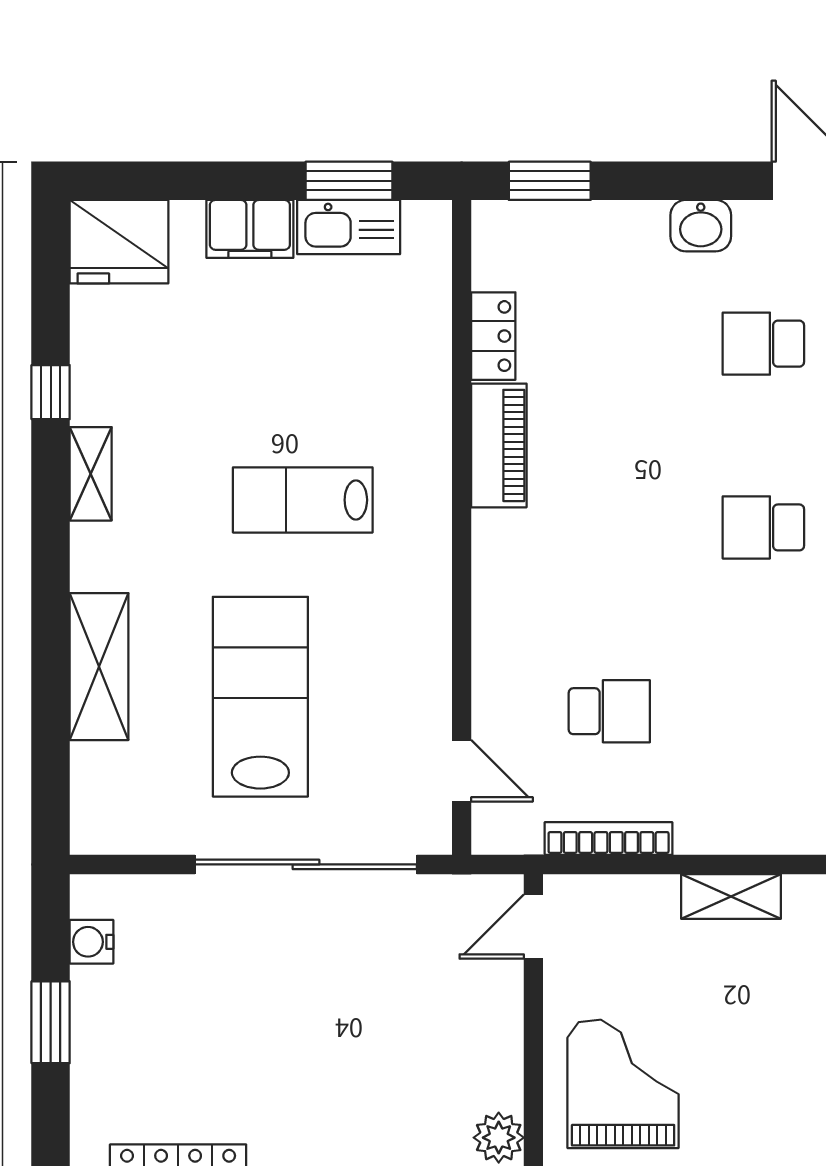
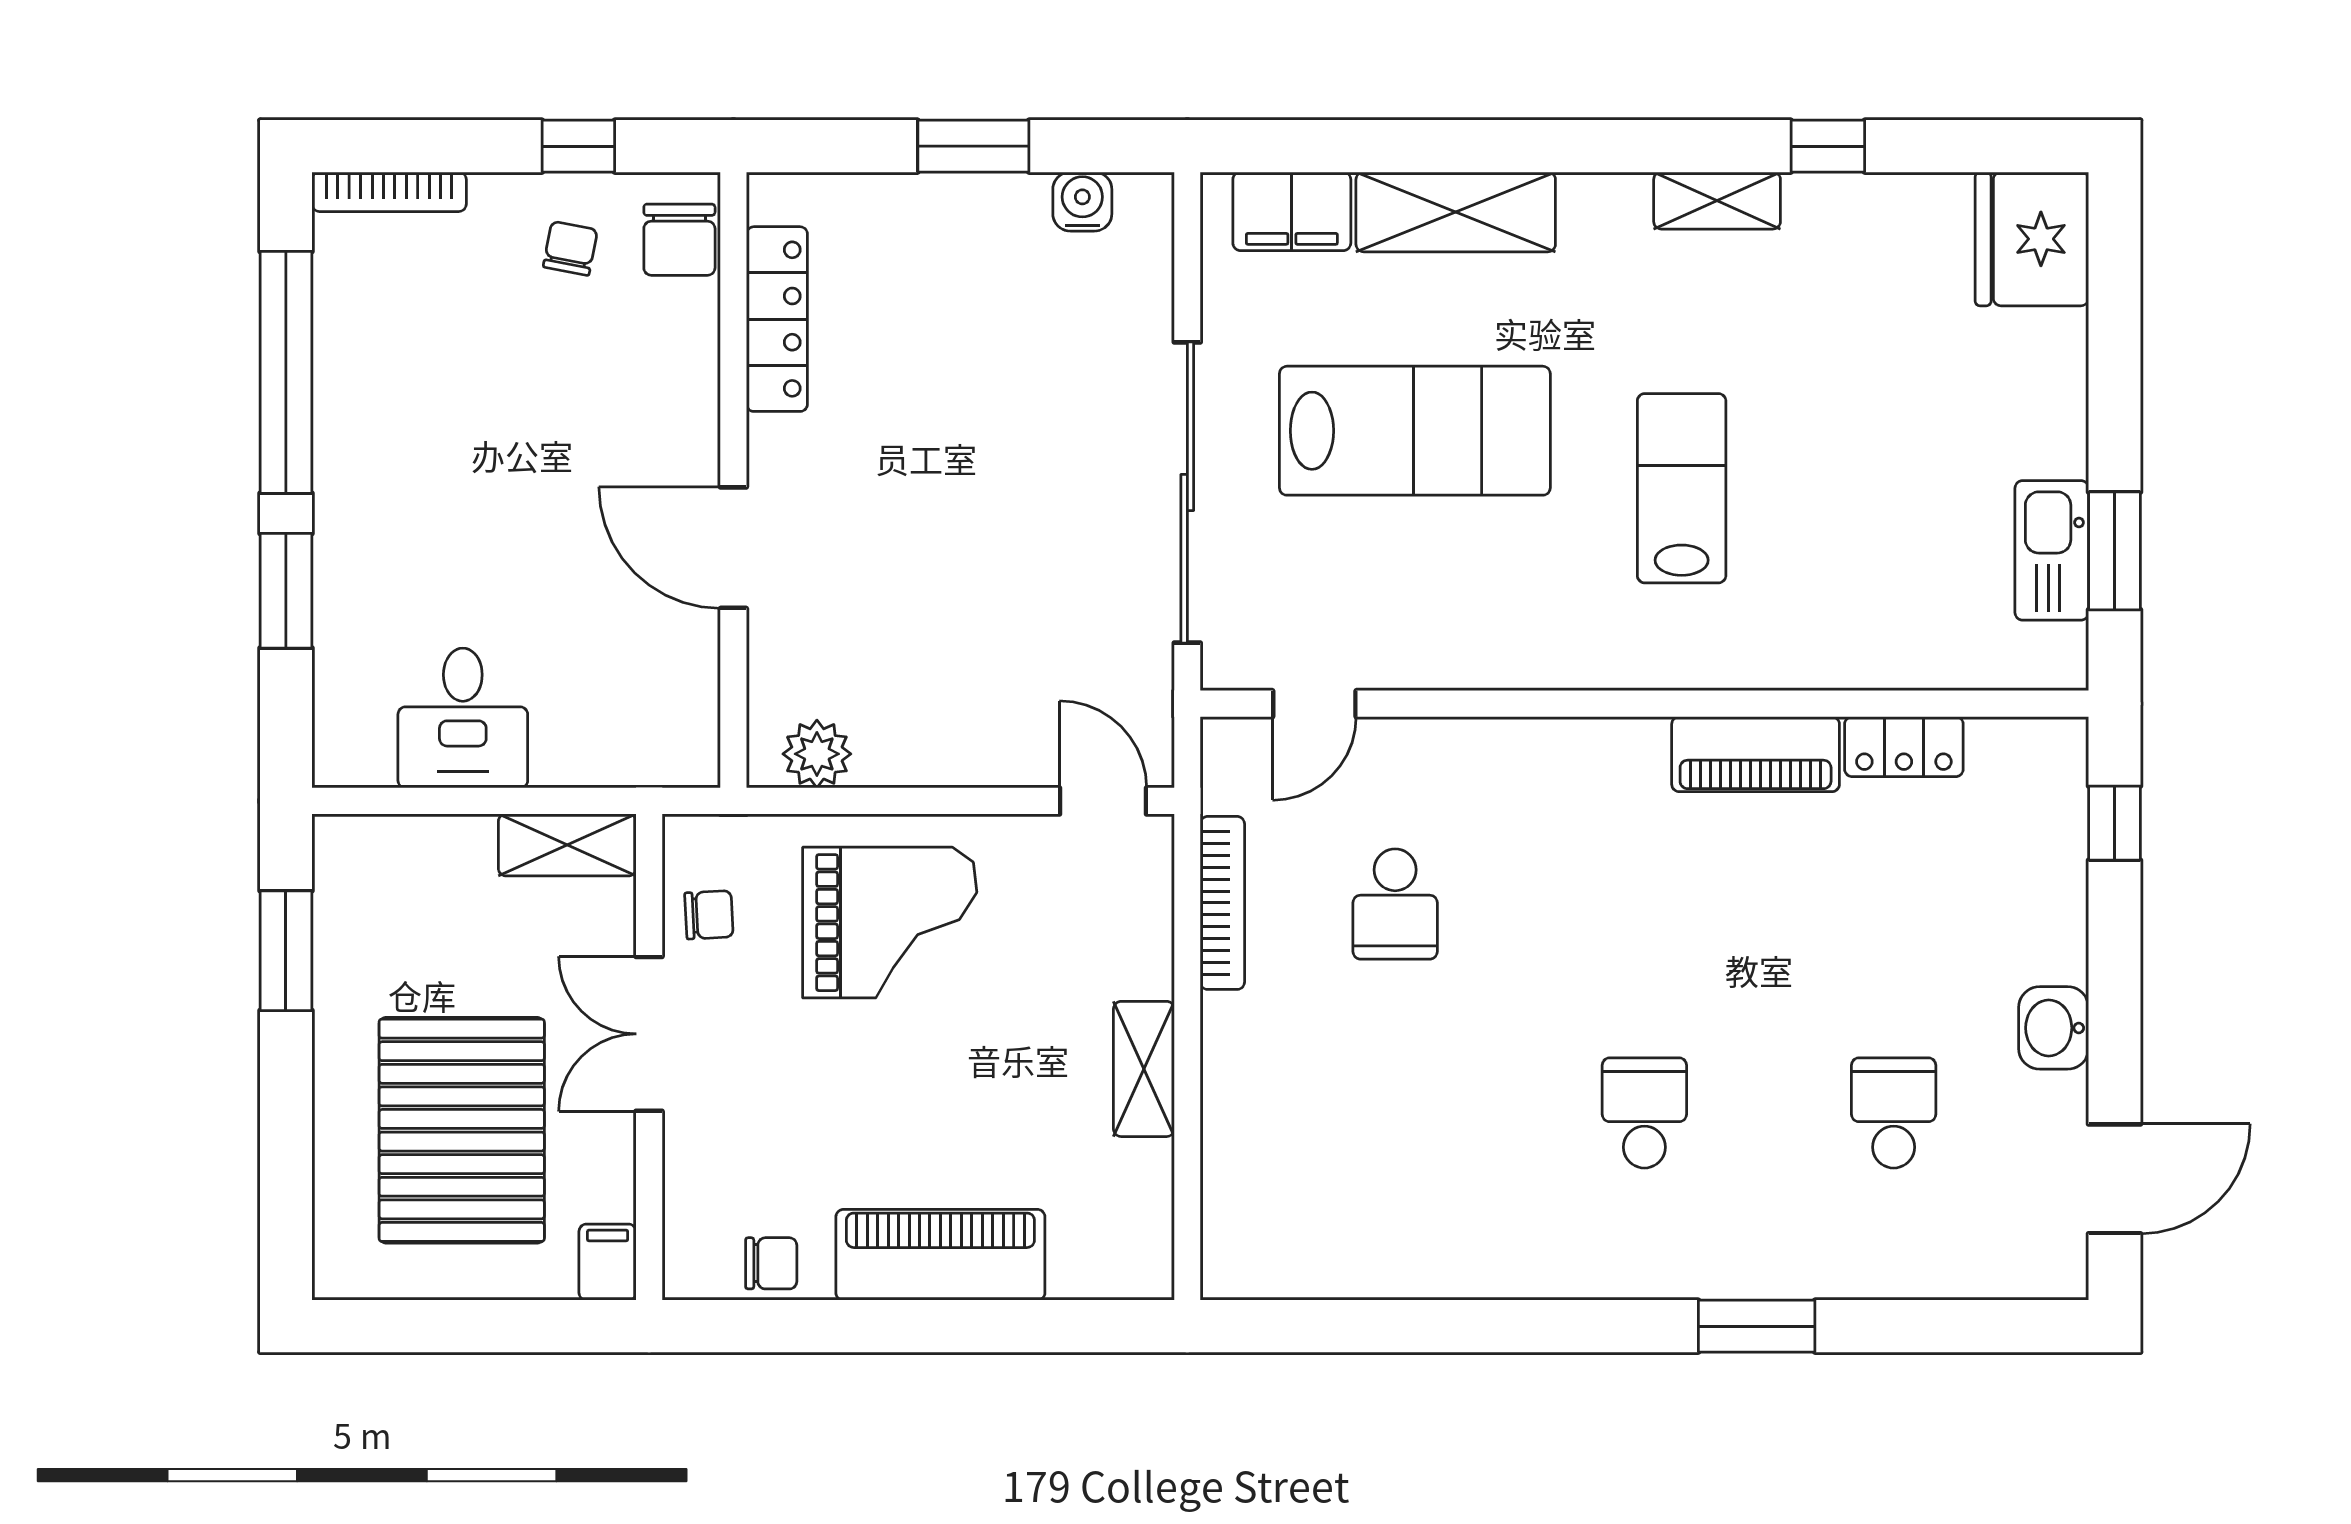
window: (550, 181) -> (2114, 823), width x0.67
filing cabinet: (250, 229) -> (1292, 211), moved, turned -90

